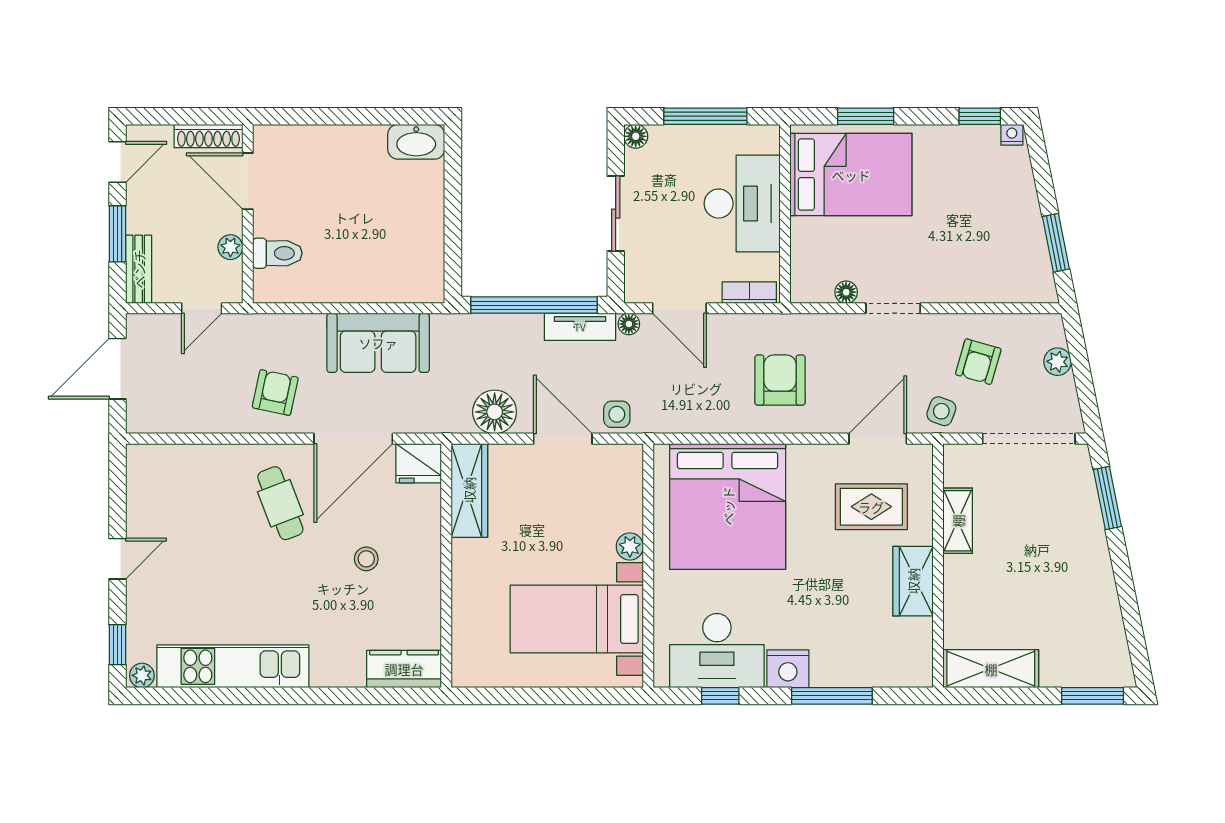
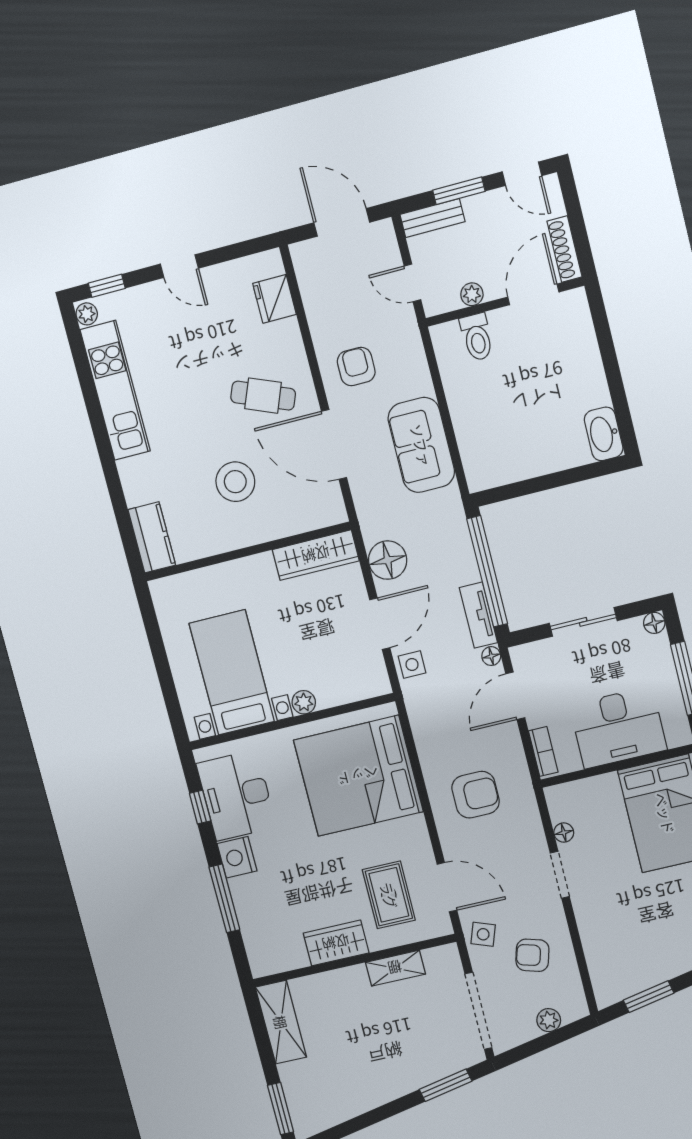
armchair: (275, 393) -> (356, 367), turned -102
fridge: (419, 463) -> (275, 299), moved
cafe table: (280, 503) -> (263, 396), turned 43
stool: (366, 559) -> (235, 482), width x1.89, depth x1.89

